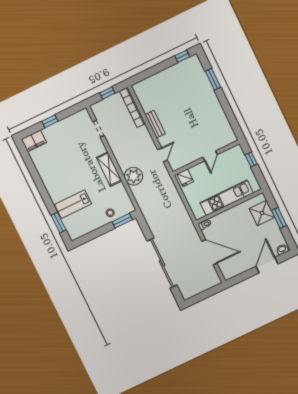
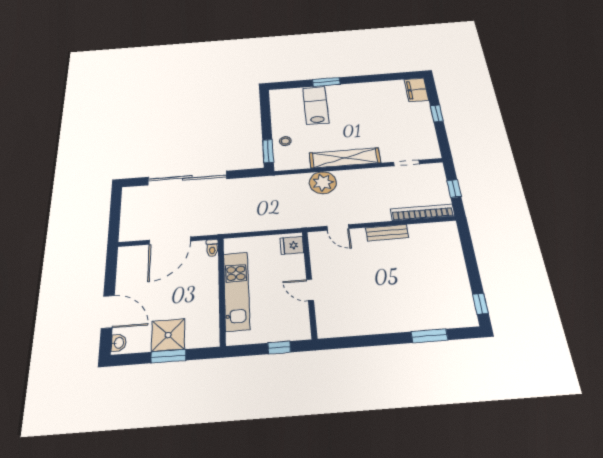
shelving: (109, 169) -> (345, 158), width x1.47
shower: (262, 213) -> (168, 335), moved
window: (58, 223) -> (326, 82), moved

